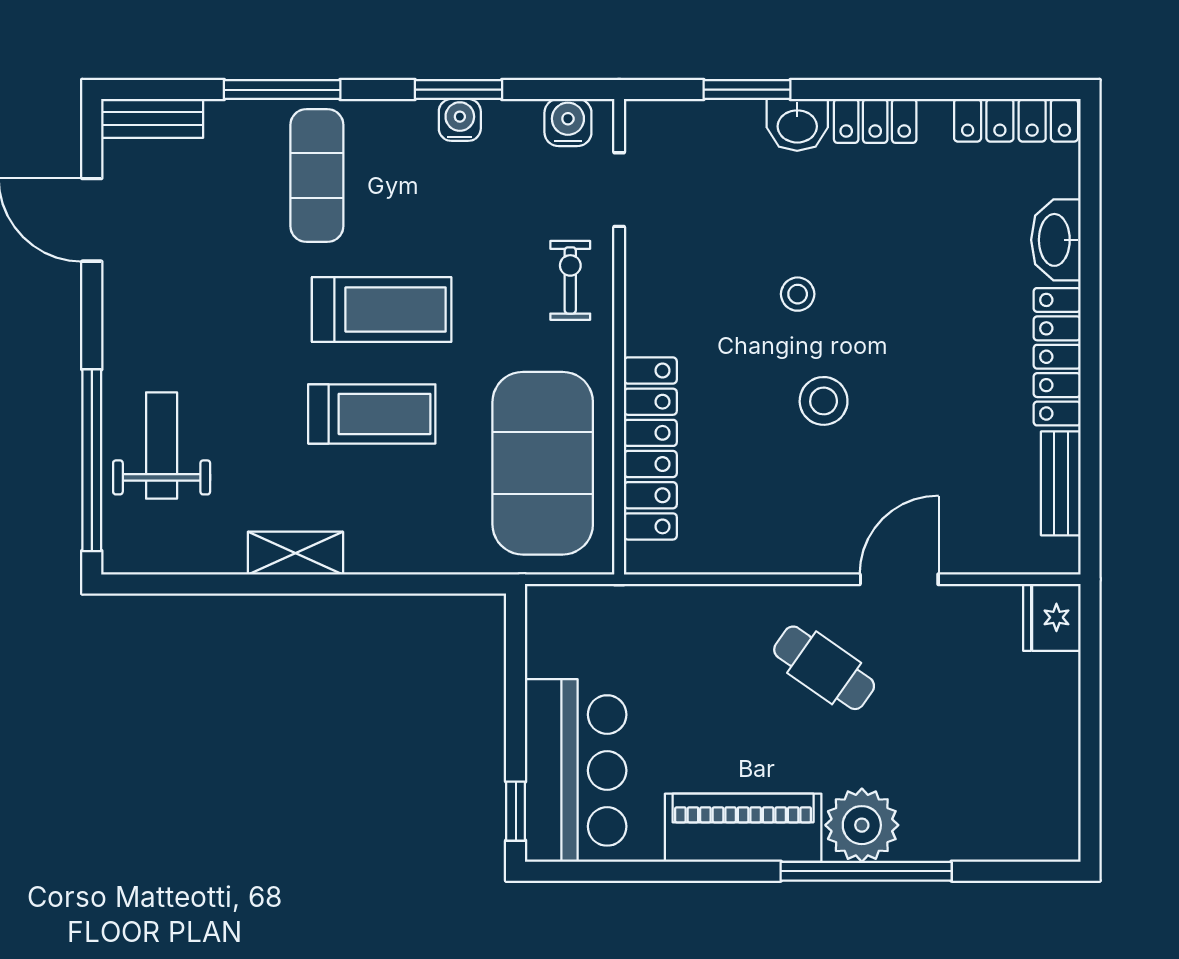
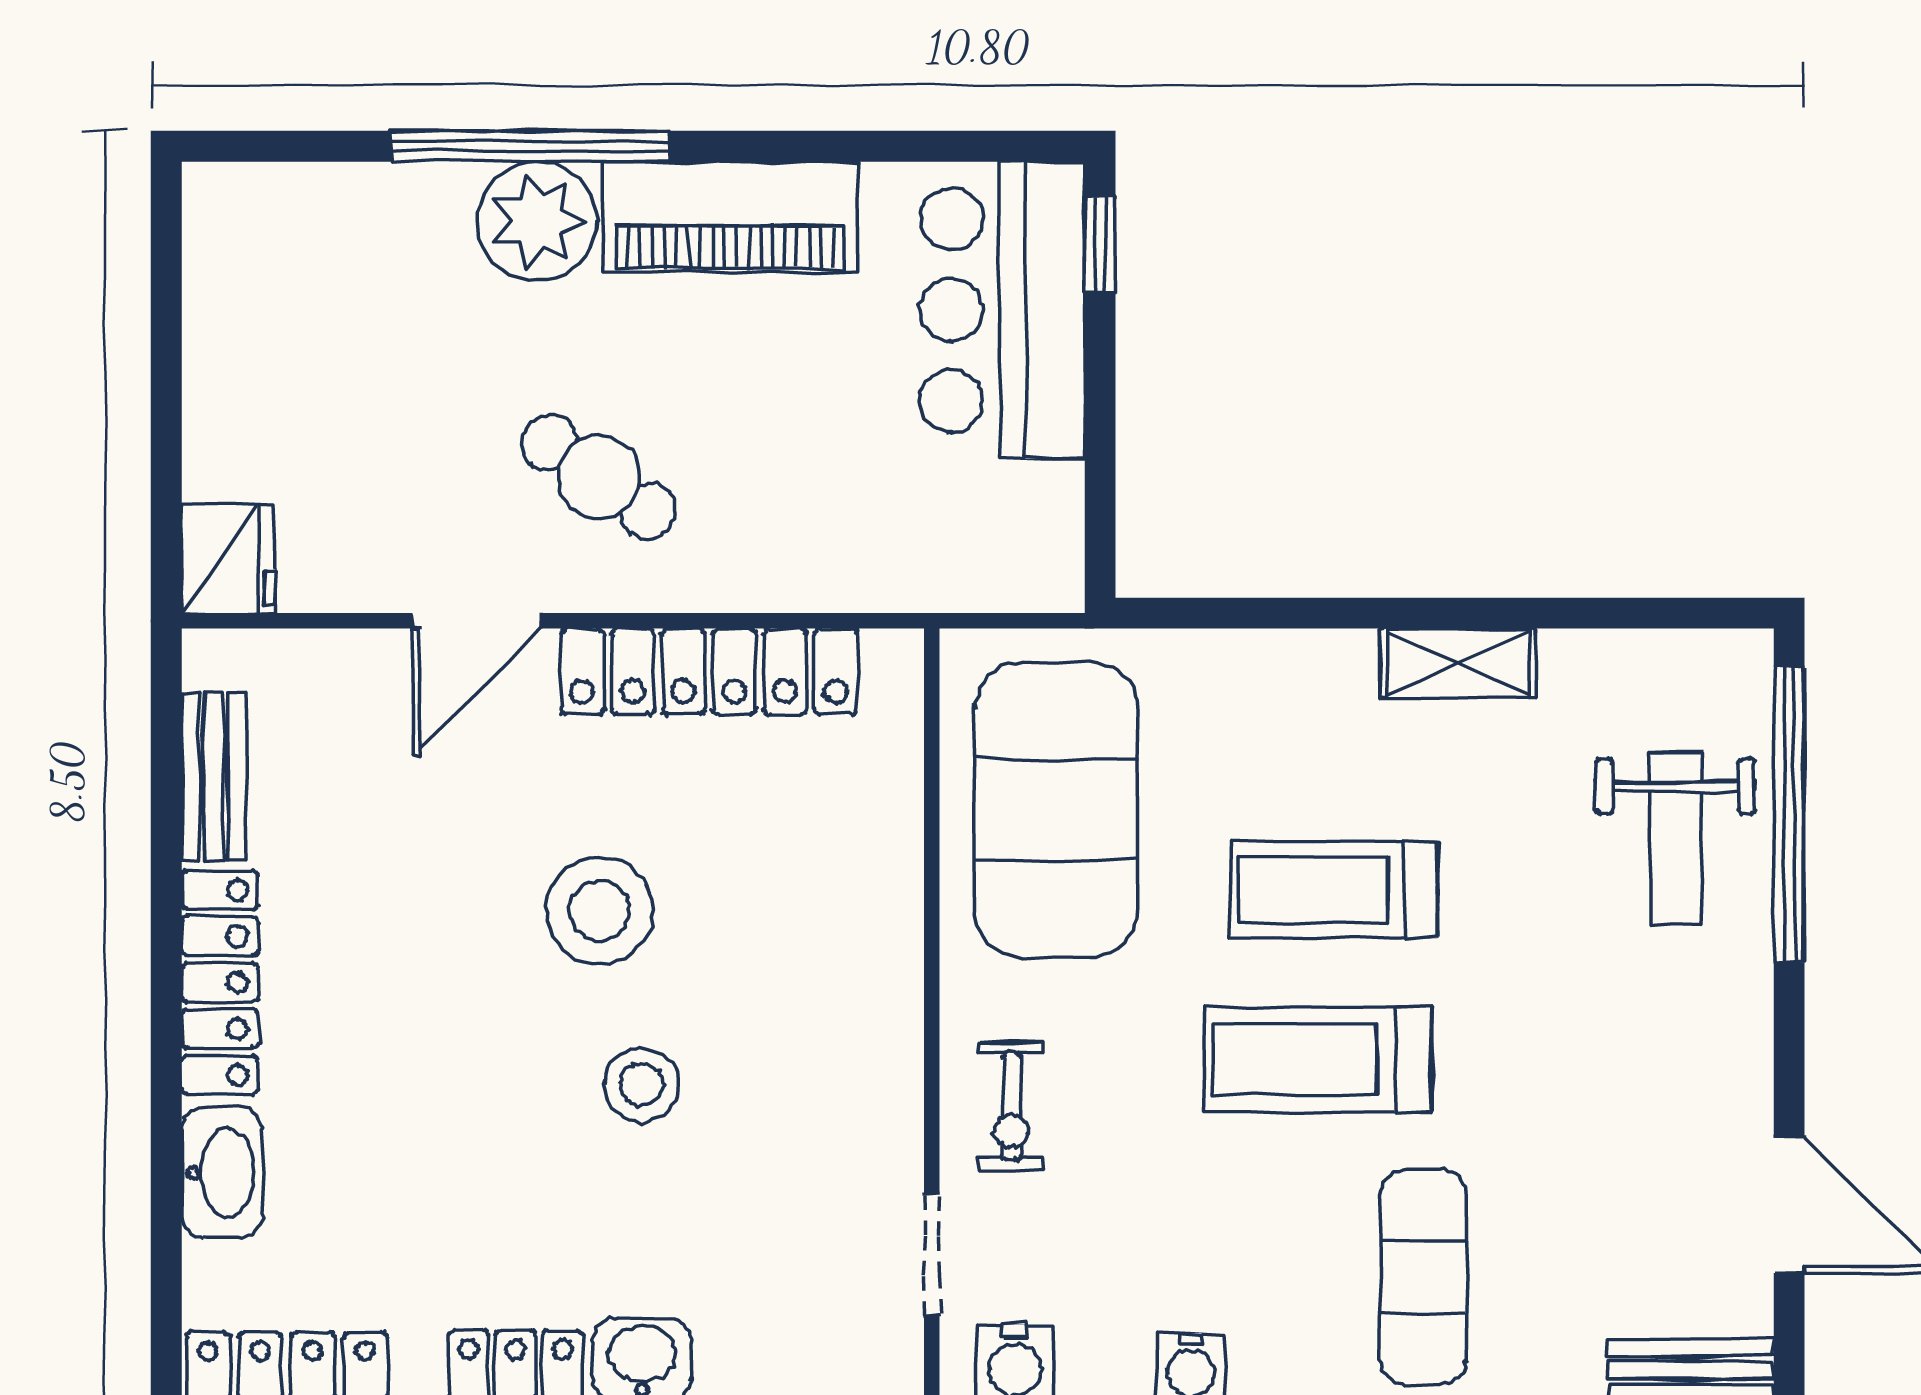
stool: (798, 294) -> (642, 1084), width x1.37, depth x1.37
stool: (824, 401) -> (599, 911), width x1.38, depth x1.38
locker: (650, 448) -> (709, 672), moved, turned -90

